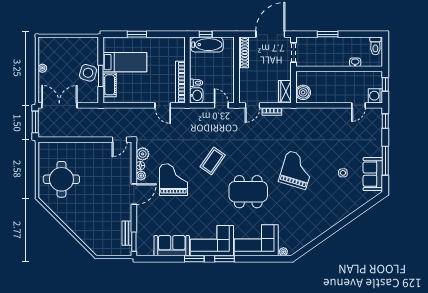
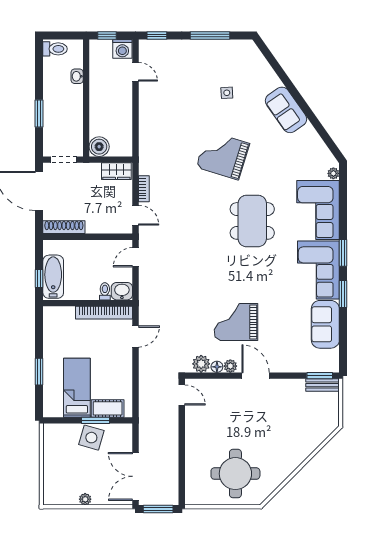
boiler: (303, 92) -> (99, 147), moved
coffee table: (213, 161) -> (211, 269), removed
sofa: (373, 174) -> (286, 110), moved, turned 55
bench: (127, 233) -> (323, 385), moved

